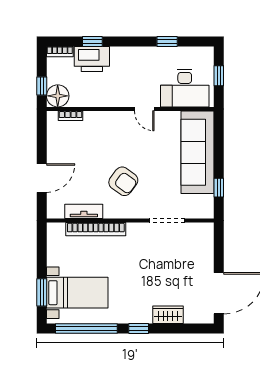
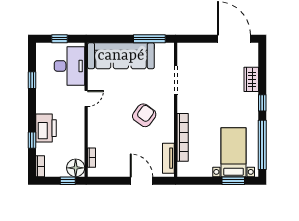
printer: (92, 59) -> (46, 128), moved
window: (219, 188) -> (149, 39), width x2.17
tv unit: (84, 211) -> (168, 158), moved

